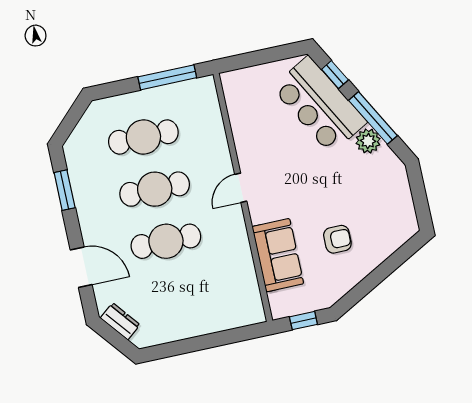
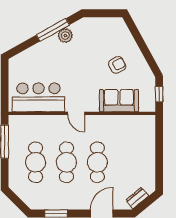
window: (335, 75) -> (24, 46), removed
bar counter: (319, 105) -> (38, 97), moved, turned -151
armchair: (337, 239) -> (117, 65), turned 62

